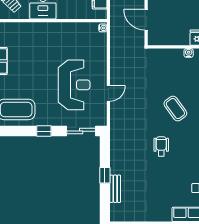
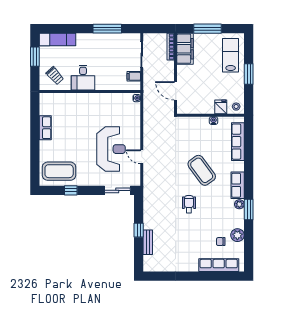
door: (108, 93) -> (142, 157), swing flipped
coffee table: (175, 109) -> (202, 170), width x1.36, depth x1.32
window: (44, 131) -> (71, 190), moved

